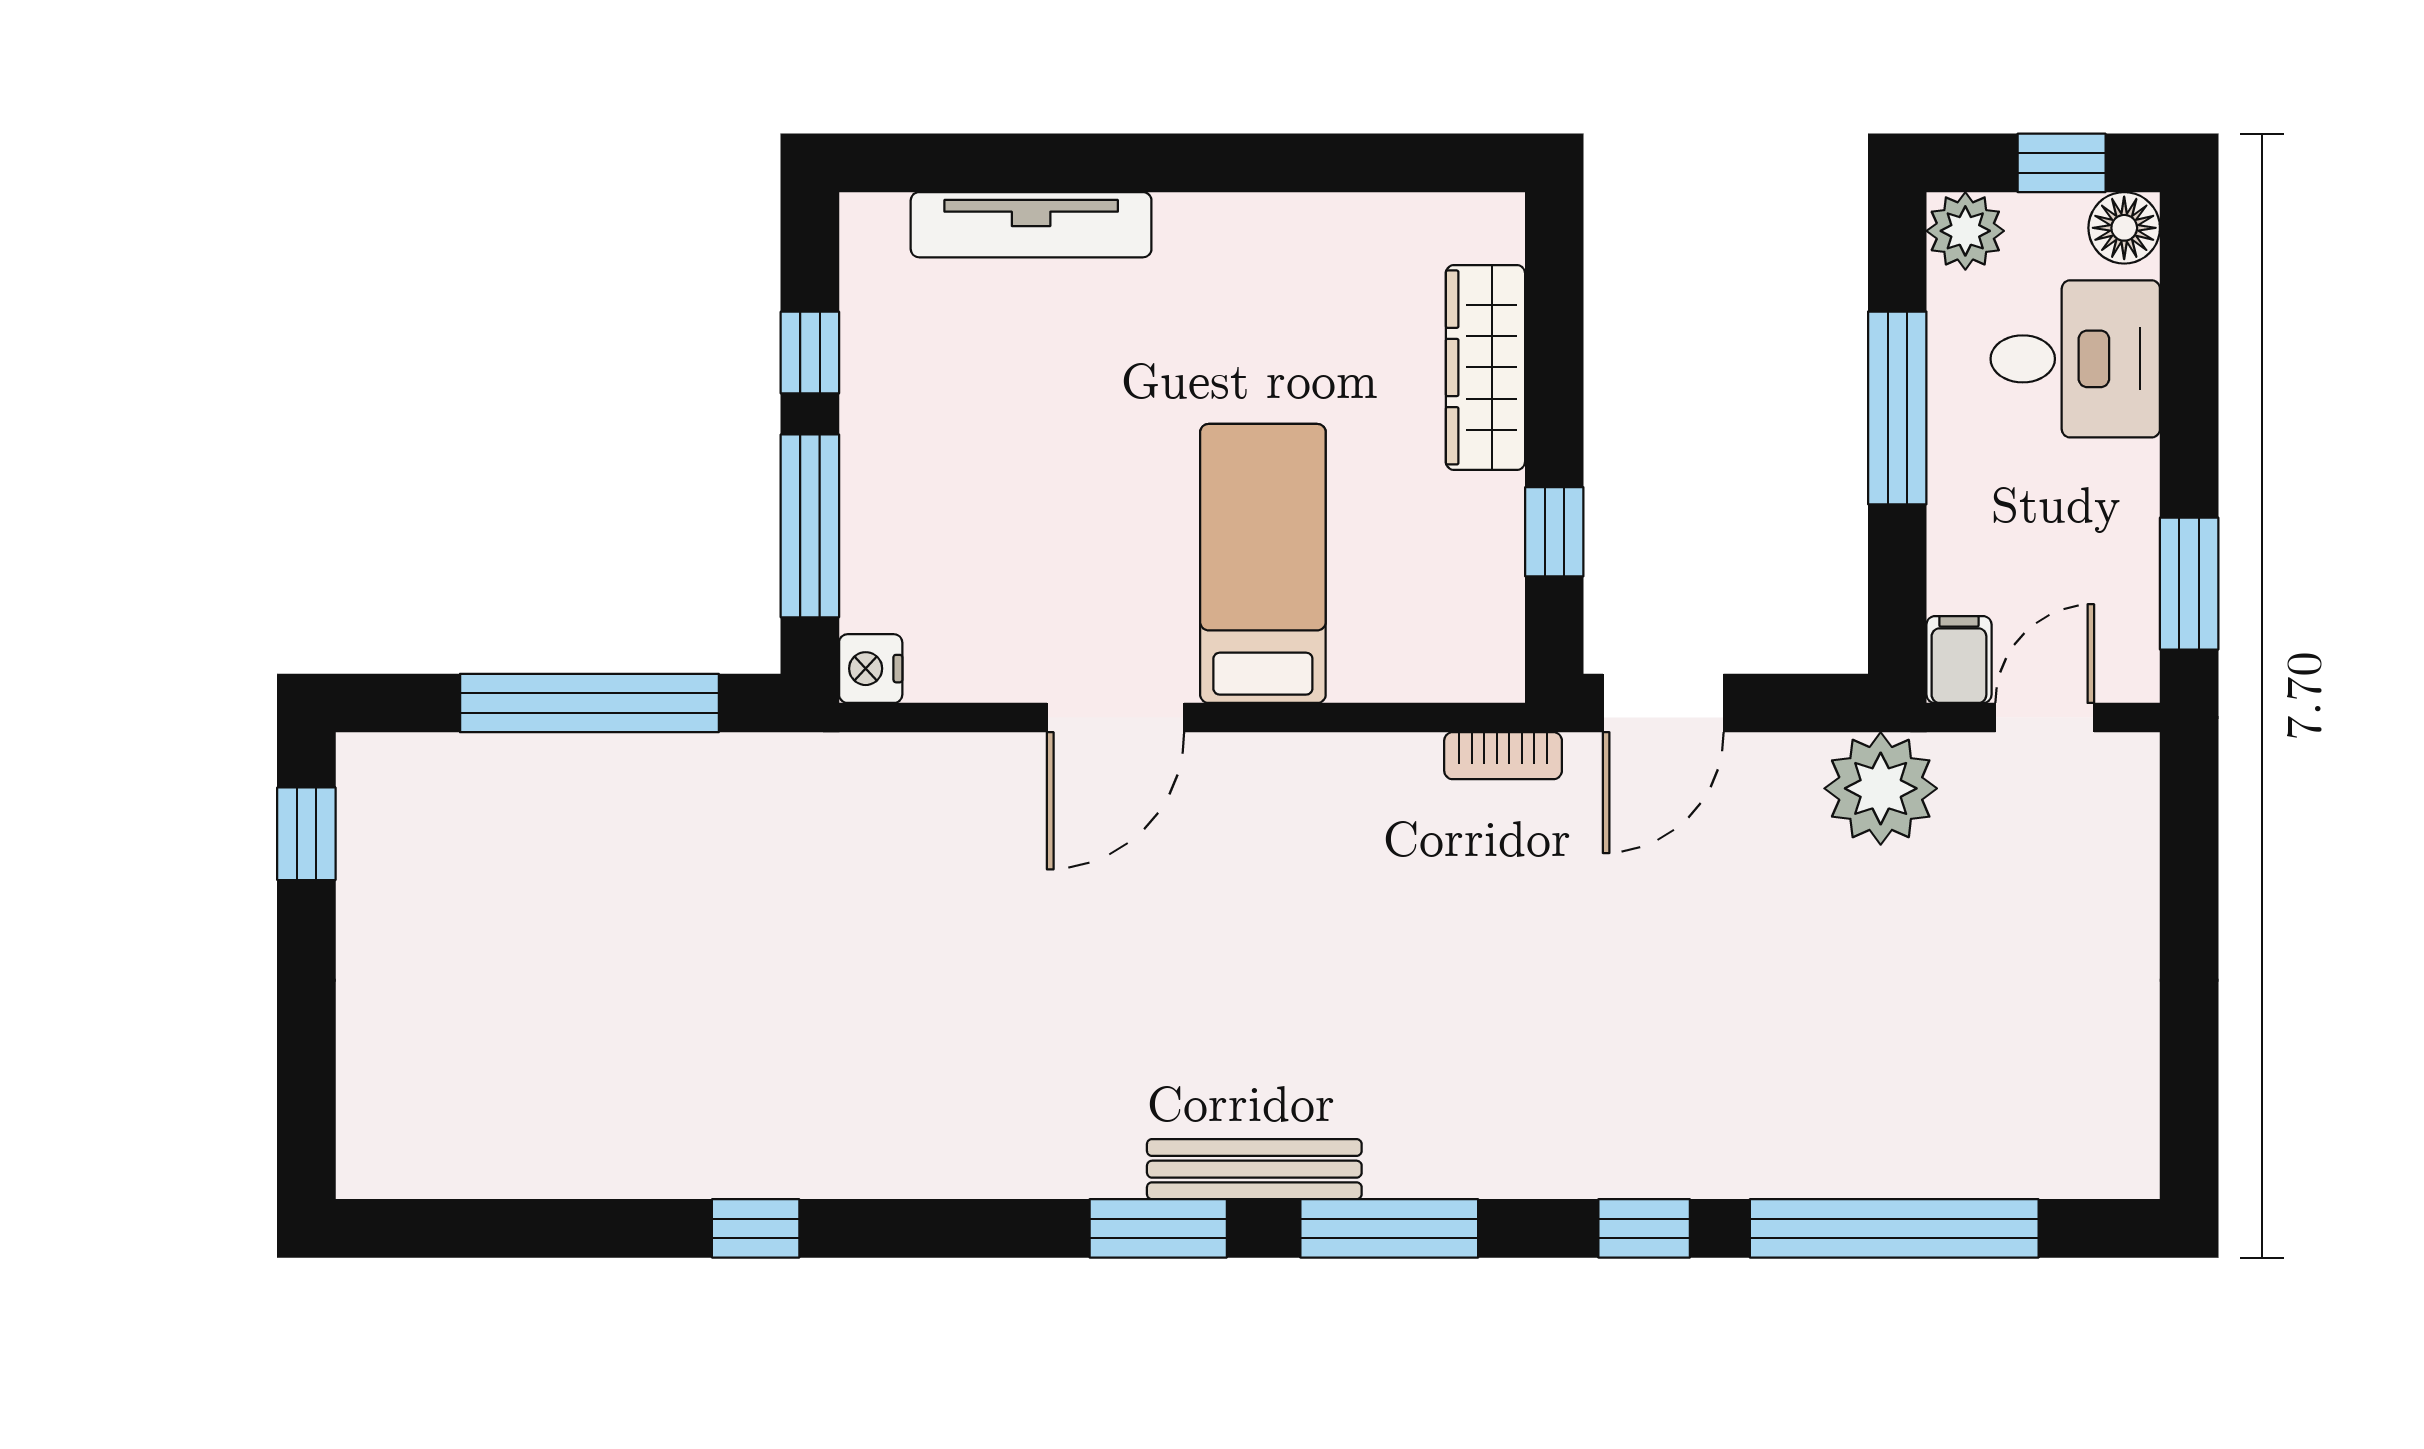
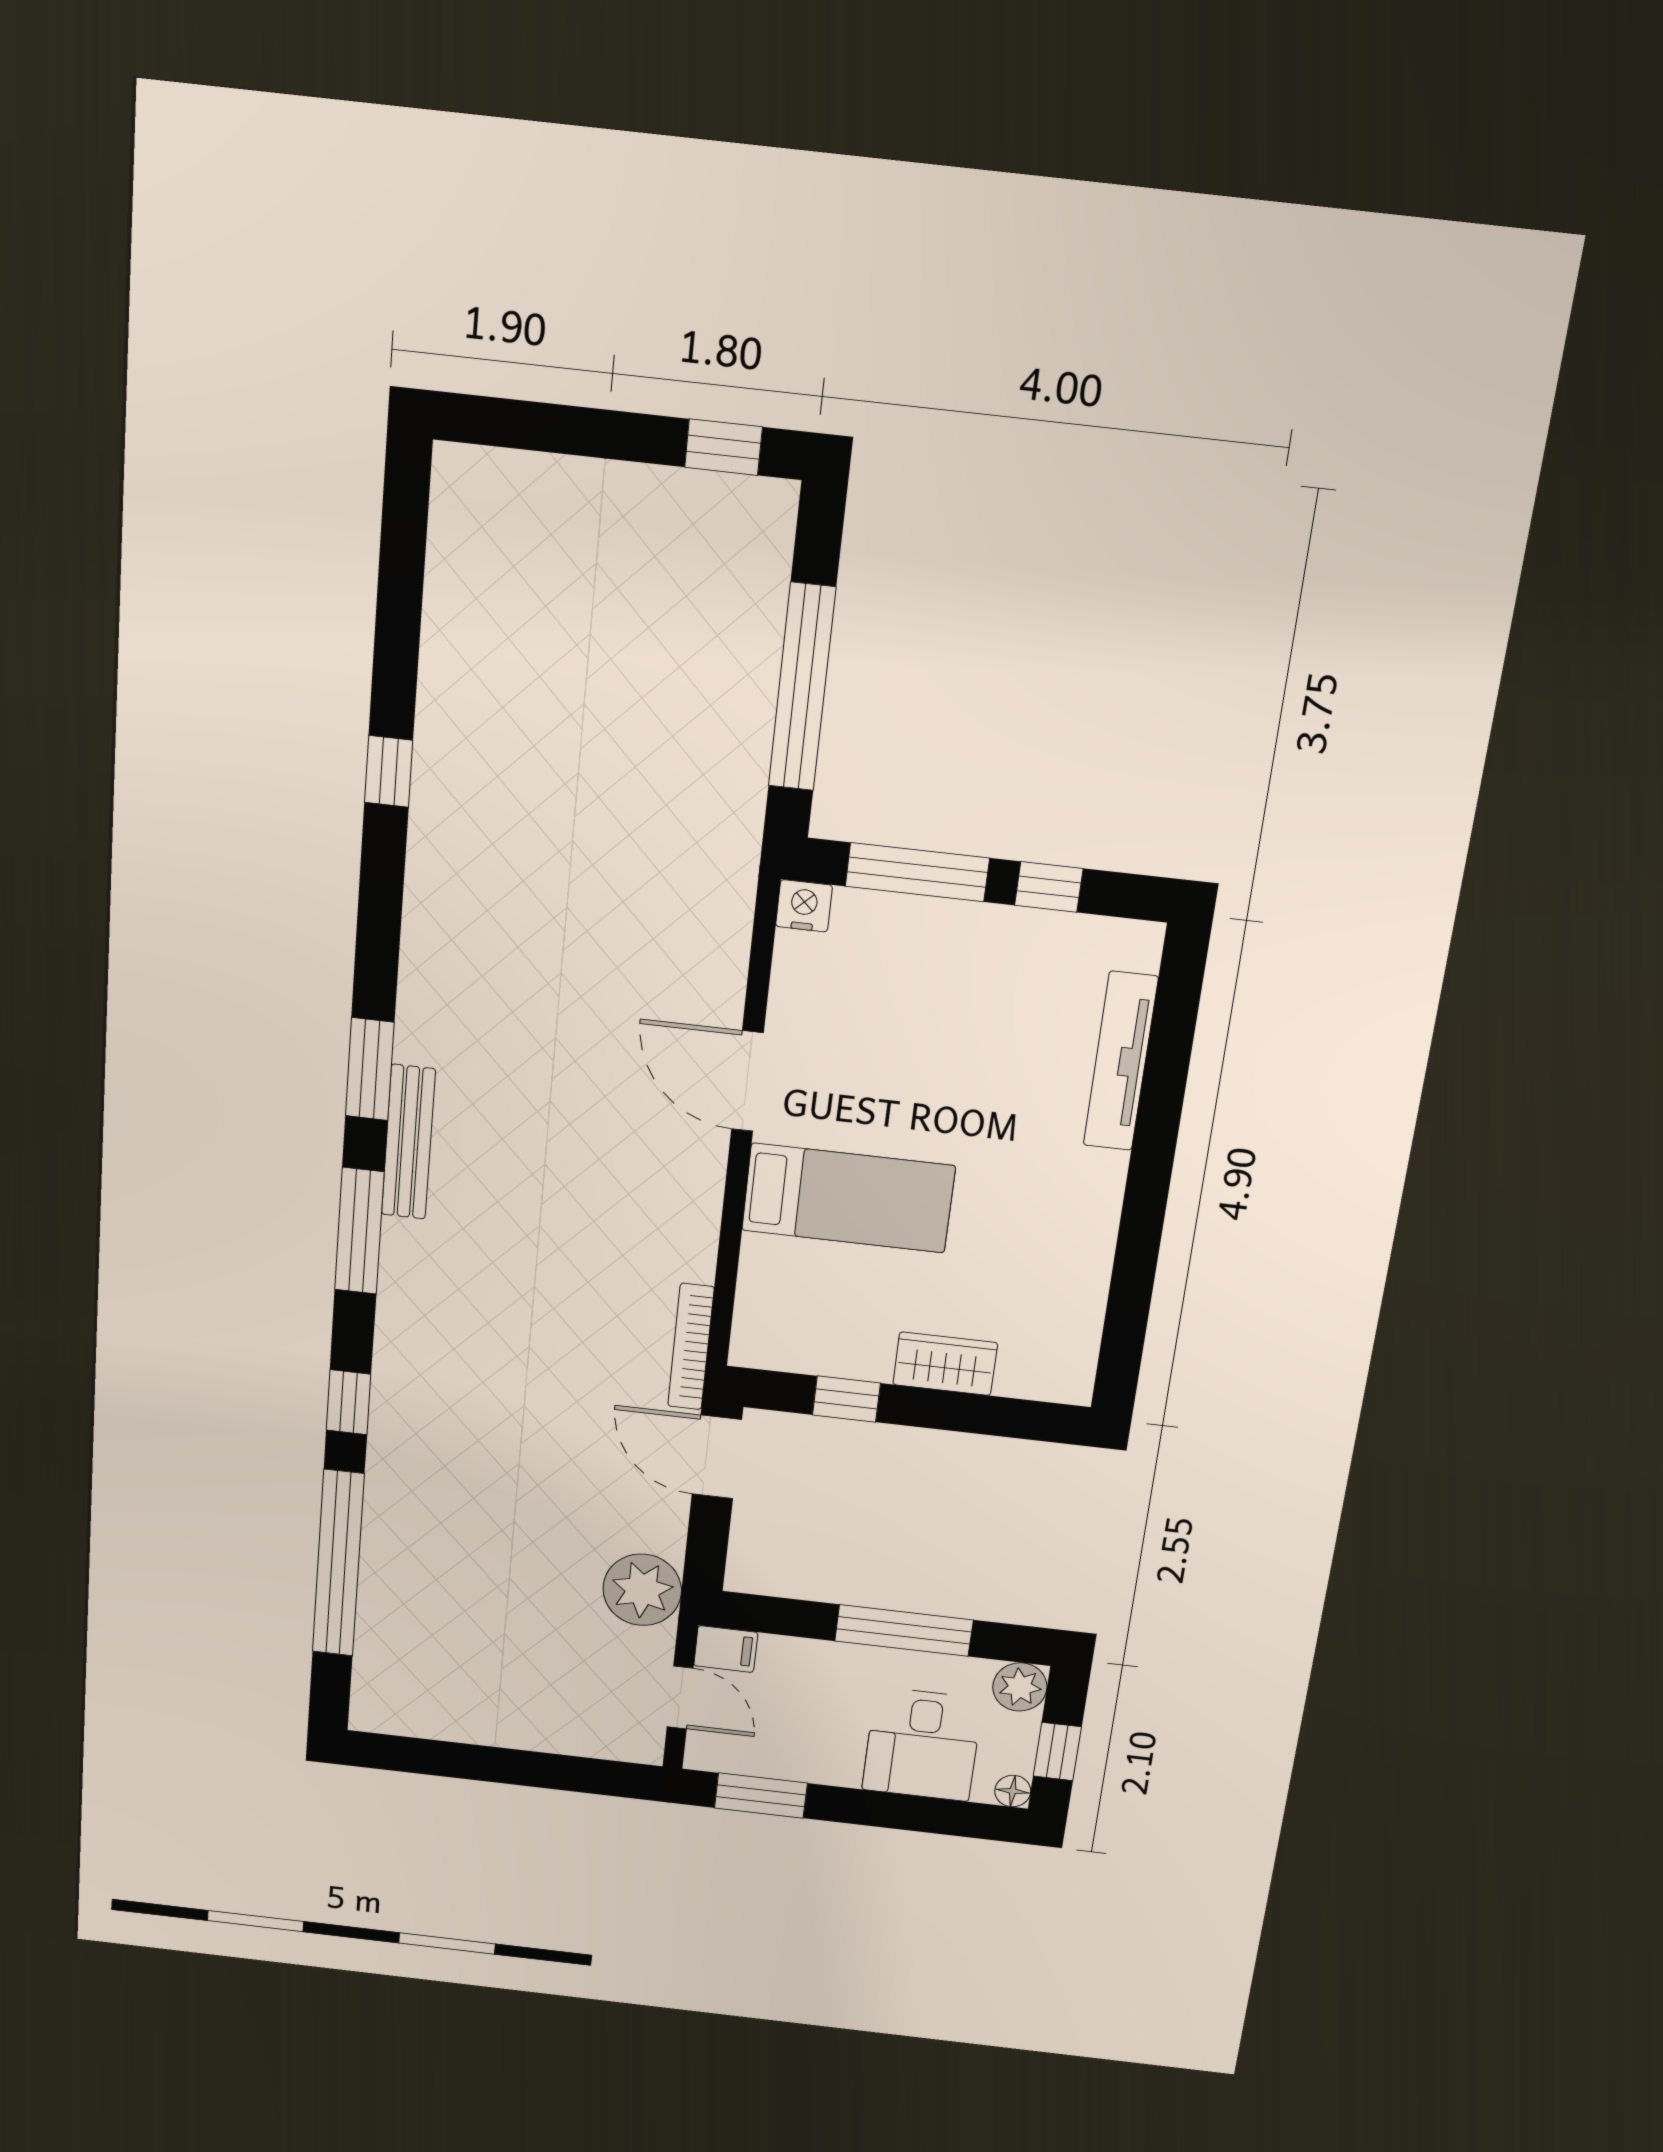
floor lamp: (2124, 228) -> (1013, 1791), width x0.73, depth x0.73
wardrobe: (1485, 367) -> (945, 1364), width x0.67
bookcase: (1503, 756) -> (691, 1347), width x1.56

